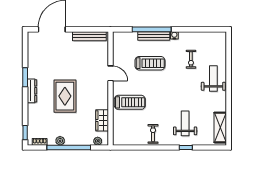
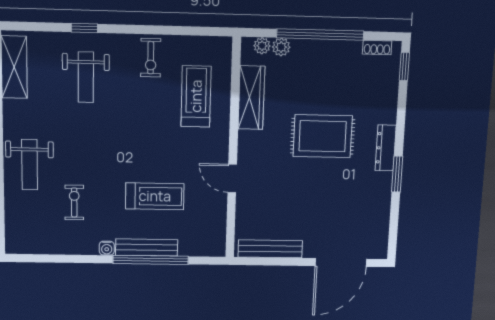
treadmill: (150, 63) -> (155, 196), turned 180
rug: (65, 96) -> (323, 136), turned 90
treadmill: (130, 102) -> (196, 96), moved, turned 90
wardrobe: (102, 120) -> (251, 98), width x1.50
plant: (60, 141) -> (281, 47), moved

